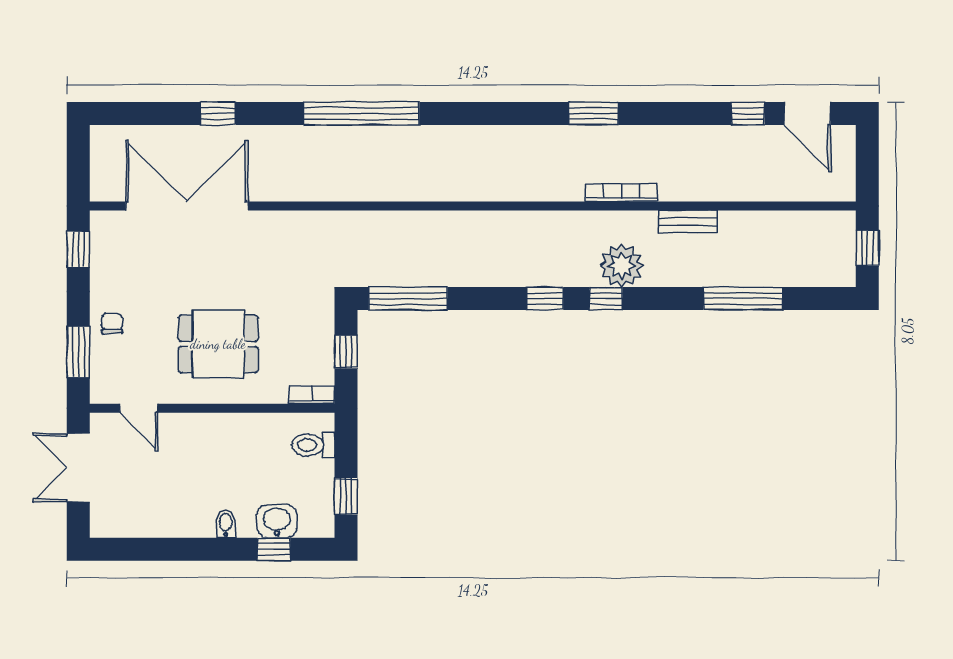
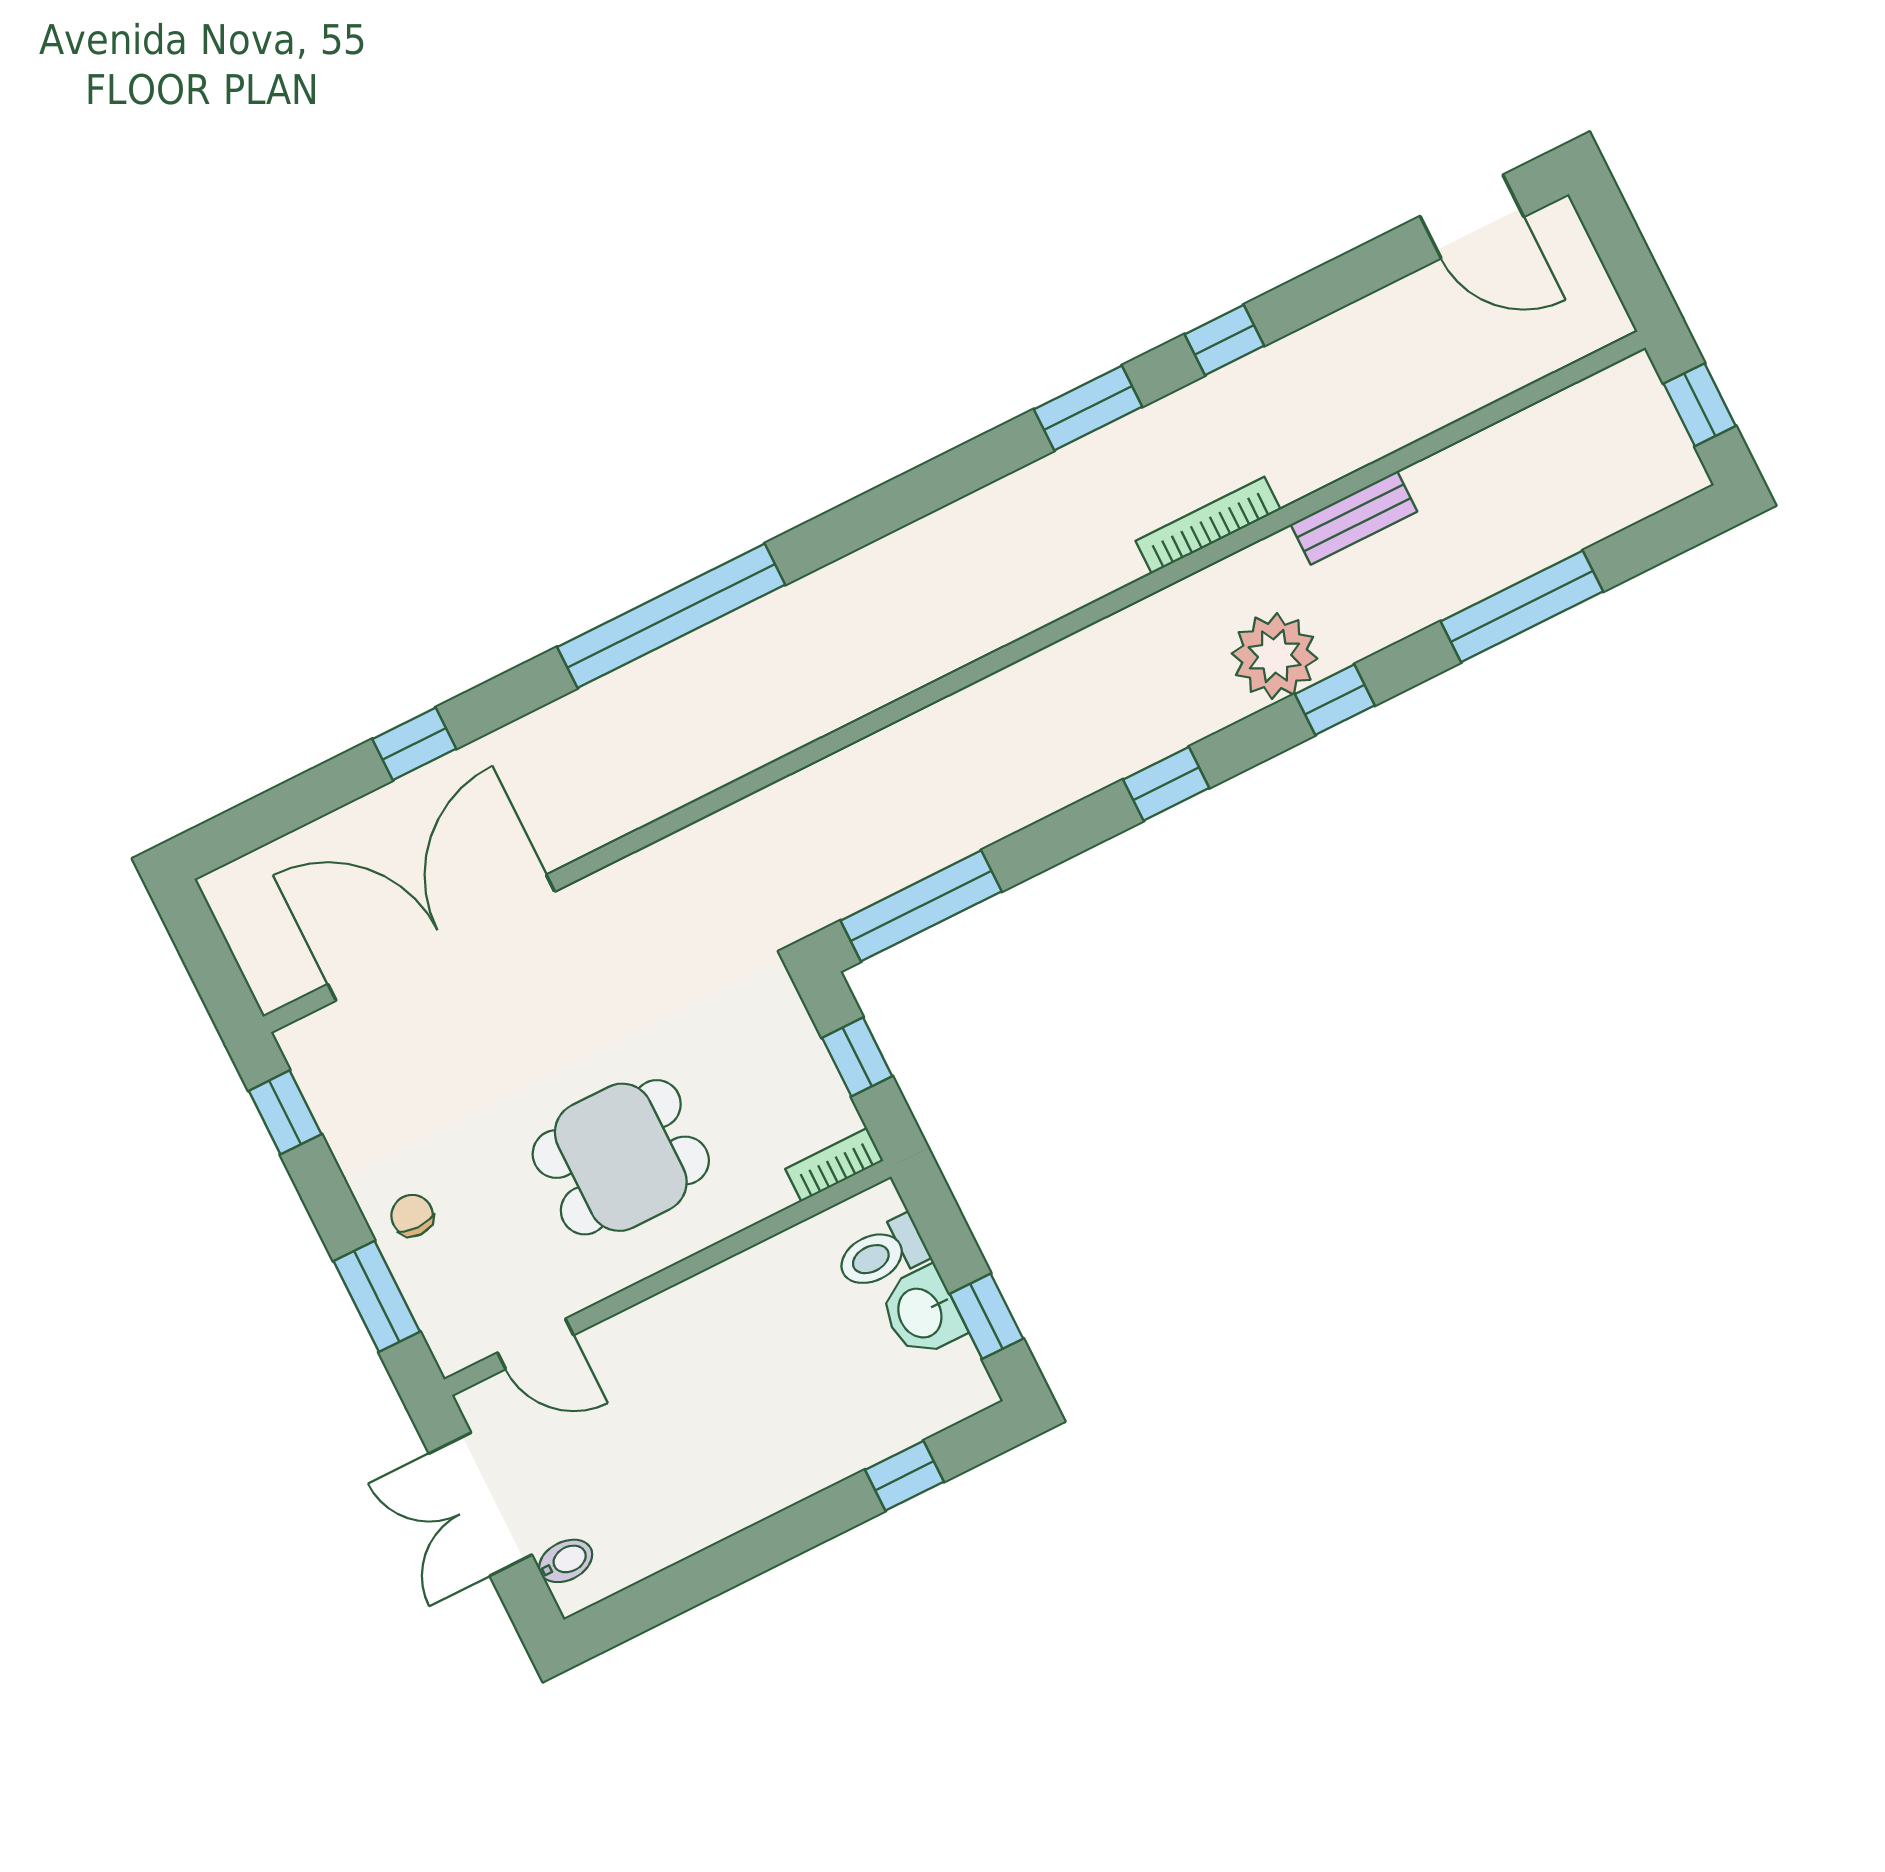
window: (748, 113) -> (1224, 340), moved
window: (606, 299) -> (1335, 700), moved
washbasin: (277, 521) -> (922, 1312), moved, turned -90
bidet: (226, 524) -> (566, 1561), moved, turned 90

